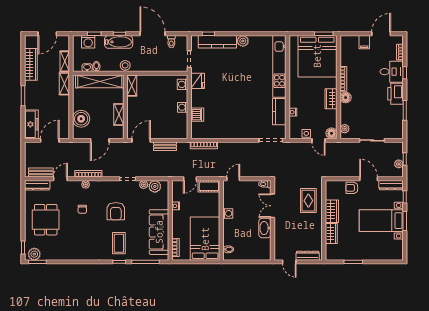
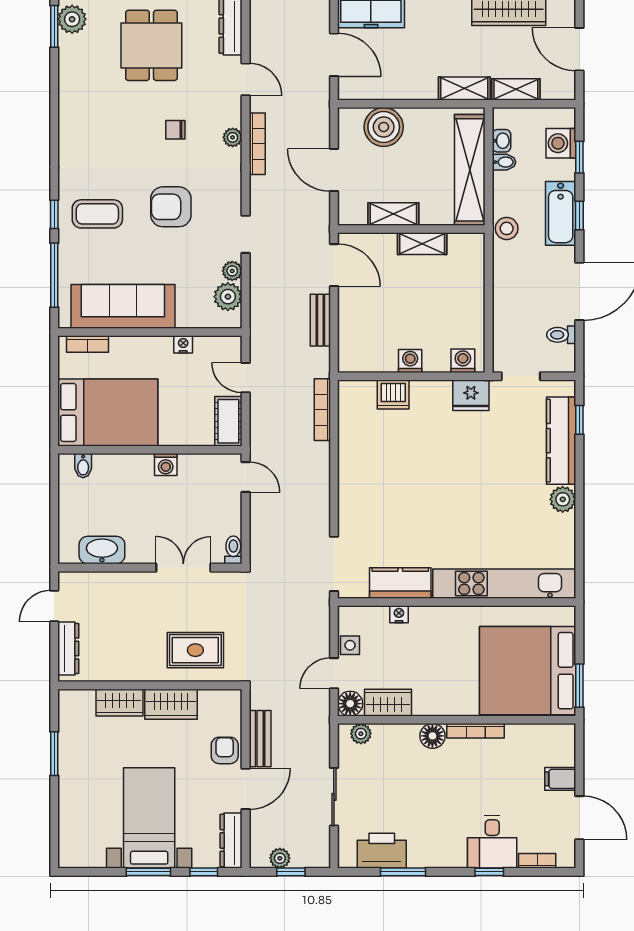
shelving: (132, 85) -> (422, 244), moved
printer: (395, 94) -> (382, 851), moved
wardrobe: (331, 99) -> (388, 703), moved
bench: (41, 172) -> (260, 739), moved
dining table: (46, 220) -> (151, 45), turned 90
washbasin: (265, 228) -> (102, 550), moved

